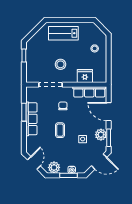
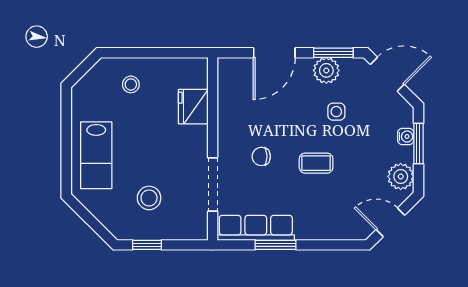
stool: (61, 64) -> (149, 198), moved
row of seats: (89, 92) -> (229, 97), removed
row of seats: (31, 119) -> (256, 228), moved
door: (99, 162) -> (387, 74), hinge flipped

